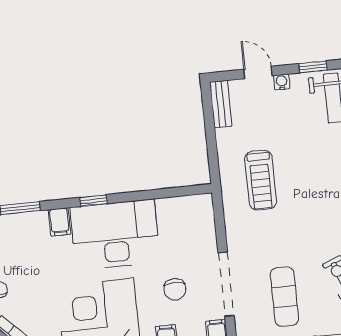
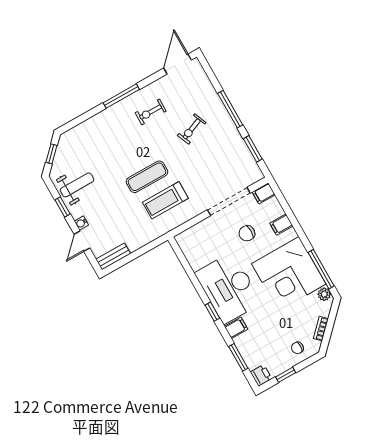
treadmill: (261, 180) -> (165, 200), moved, turned 180
chair: (175, 289) -> (247, 233), turned 180
exercise mat: (284, 297) -> (147, 177), moved

